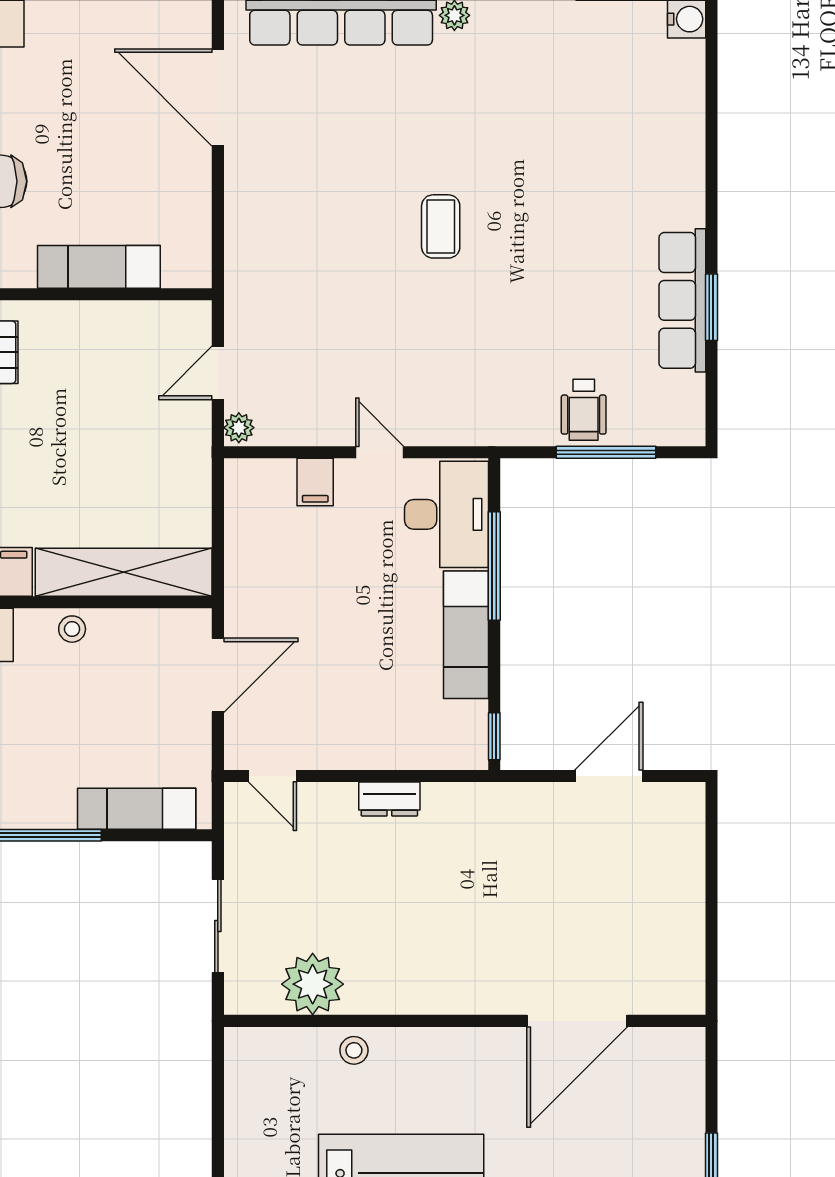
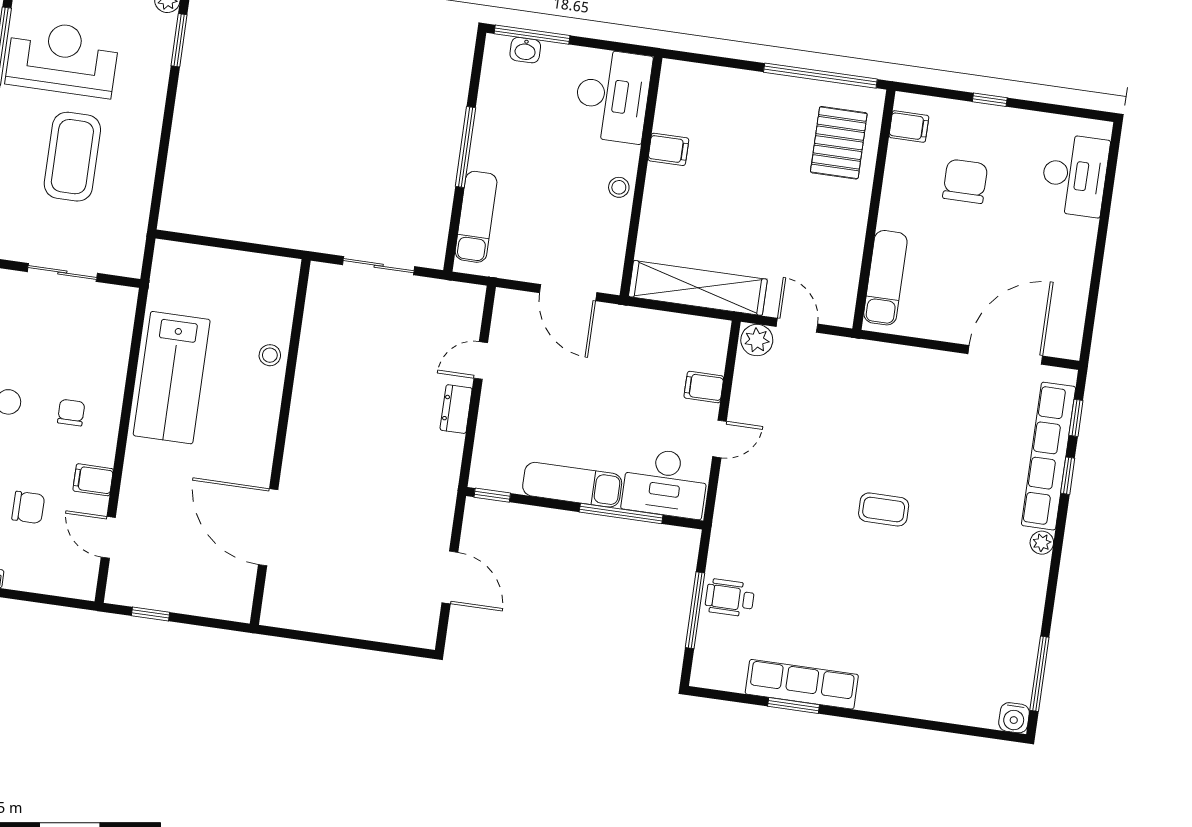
exam couch: (99, 267) -> (885, 278), moved
plant: (239, 428) -> (757, 340), width x1.38, depth x1.38
shelving: (124, 572) -> (698, 288), moved, turned 90
door: (272, 776) -> (481, 360), moved
plant: (313, 984) -> (324, 331), removed

